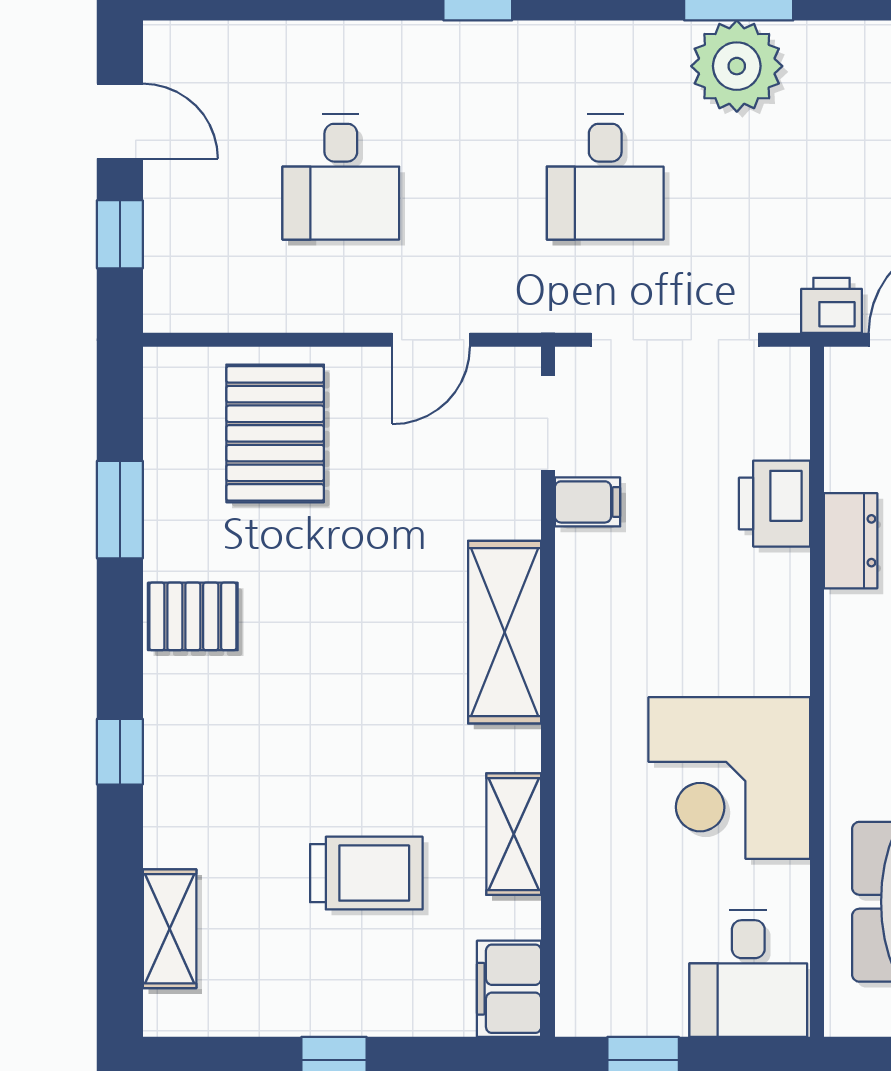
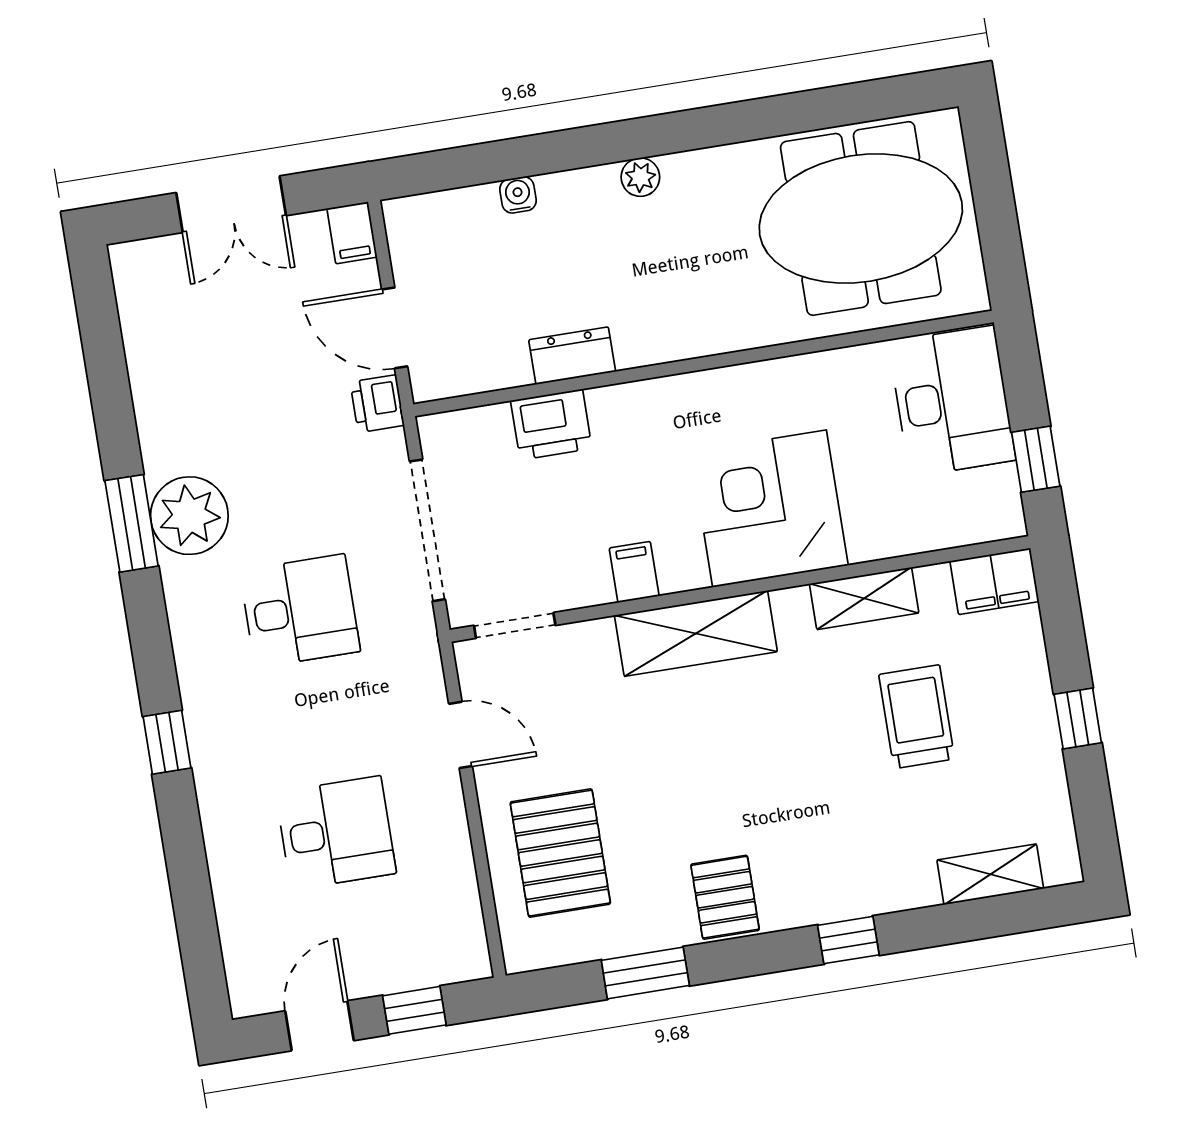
pallet: (275, 433) -> (560, 853), turned 90
filing cabinet: (588, 502) -> (634, 572), moved
corner desk: (729, 778) -> (770, 509), moved, turned 180
desk: (748, 973) -> (952, 401), width x1.37

